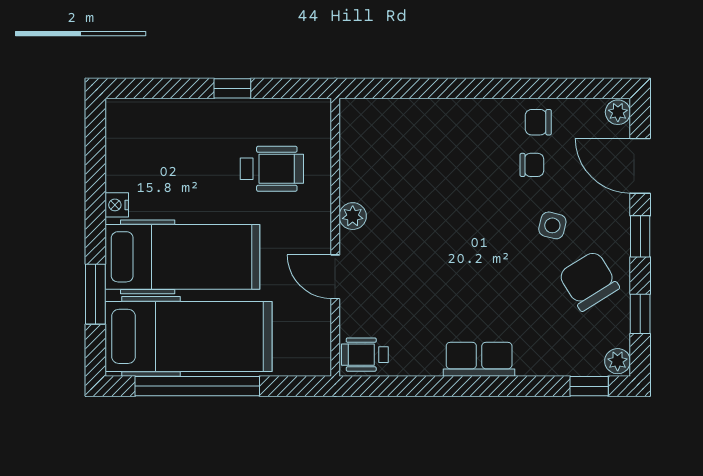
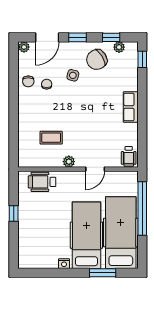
wheelchair: (272, 169) -> (42, 182), moved, turned -90
coffee table: (408, 175) -> (51, 138), added
plant: (618, 361) -> (119, 47), moved
window: (197, 386) -> (142, 208), moved

